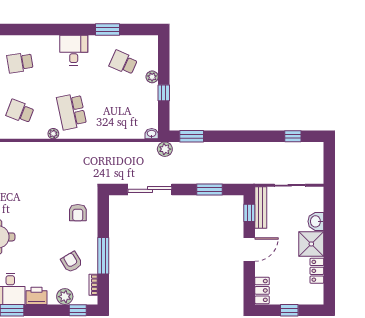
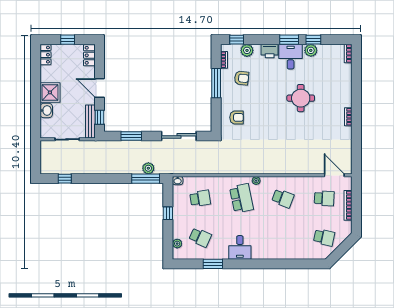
school desk: (20, 63) -> (200, 198), moved
plant: (152, 77) -> (177, 244), moved
window: (192, 136) -> (146, 179), width x1.44
plant: (165, 149) -> (148, 168), moved
armchair: (78, 213) -> (237, 117), turned 90
door: (249, 250) -> (99, 88), hinge flipped
armchair: (72, 262) -> (242, 78), turned -53
locker: (317, 271) -> (45, 55), moved

